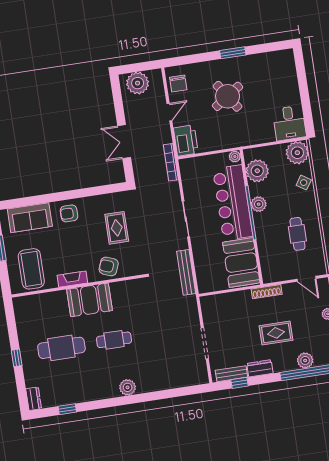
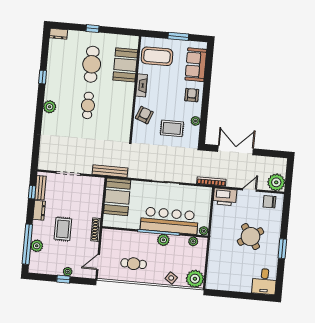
plant: (138, 83) -> (276, 182), moved
door: (169, 112) -> (249, 190), swing flipped
desk: (289, 123) -> (264, 281), moved, turned -90
double door: (124, 142) -> (236, 150), width x1.37
plant: (257, 171) -> (193, 241), width x0.53, depth x0.53
plant: (100, 201) -> (195, 121), added
booth: (241, 263) -> (117, 197), moved, turned 90
bench: (186, 272) -> (110, 171), moved
booth: (89, 300) -> (125, 65), moved
window: (67, 409) -> (43, 77), moved

